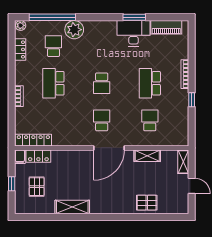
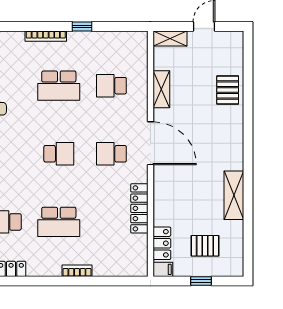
locker: (33, 140) -> (139, 208), moved

